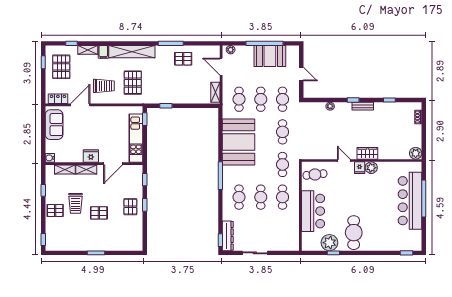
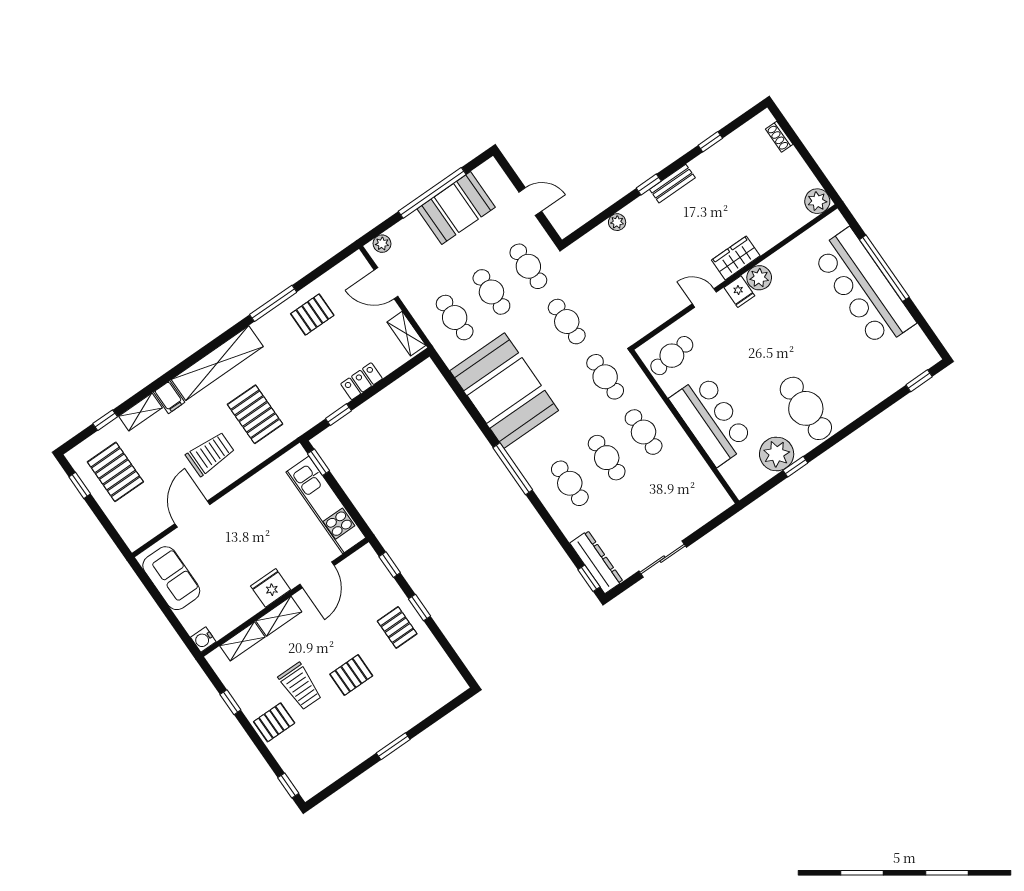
locker: (58, 99) -> (362, 381), moved

